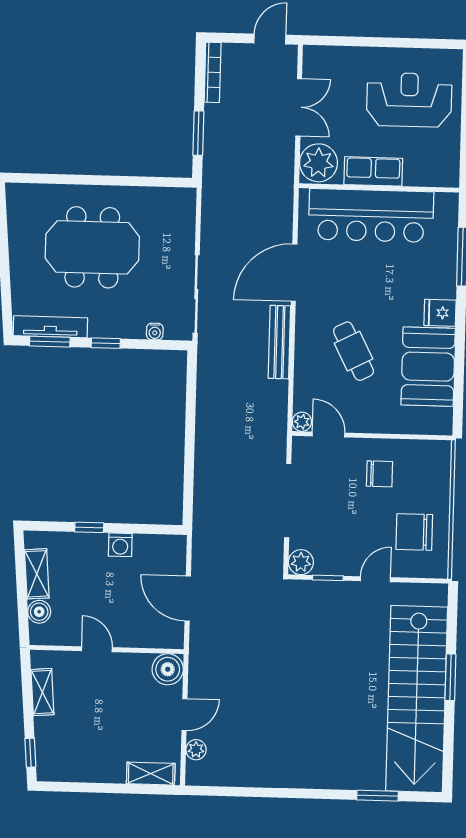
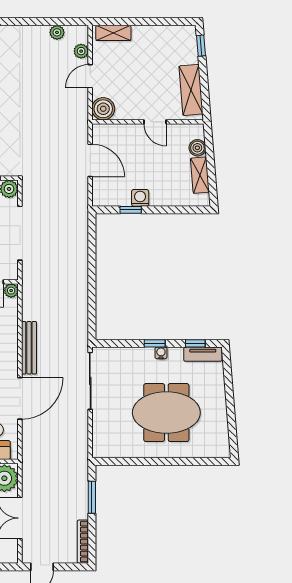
tv unit: (50, 327) -> (203, 354), width x0.71
water cooler: (155, 331) -> (161, 353), moved
window: (50, 342) -> (195, 343), width x0.67
window: (89, 527) -> (131, 210), moved
shelving: (42, 692) -> (191, 90), width x1.50, depth x1.33
plant: (229, 777) -> (57, 32), added

